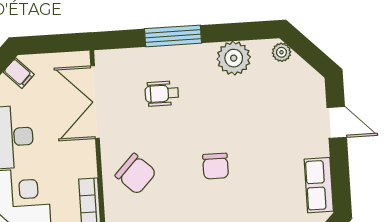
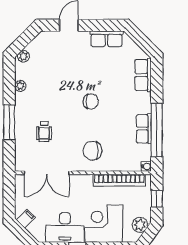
plant: (234, 58) -> (20, 86), width x0.53, depth x0.53
chair: (136, 174) -> (92, 151), turned -134

